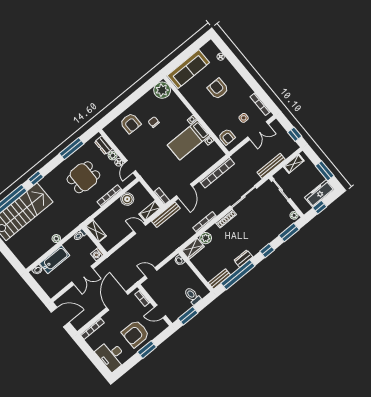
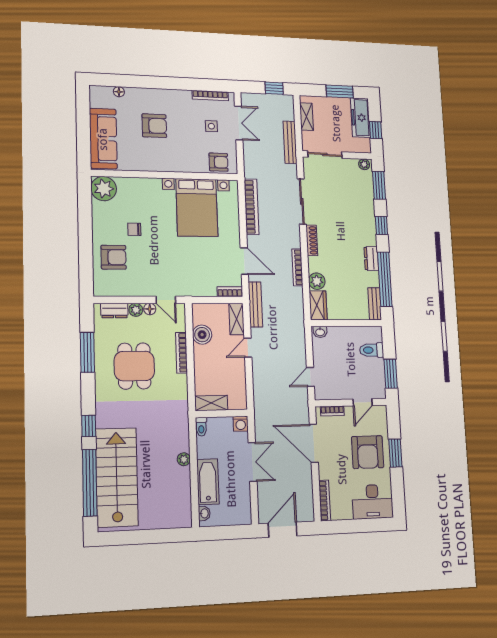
armchair: (218, 89) -> (154, 126), turned 180
bed with nightstands: (189, 140) -> (197, 207), width x1.36

